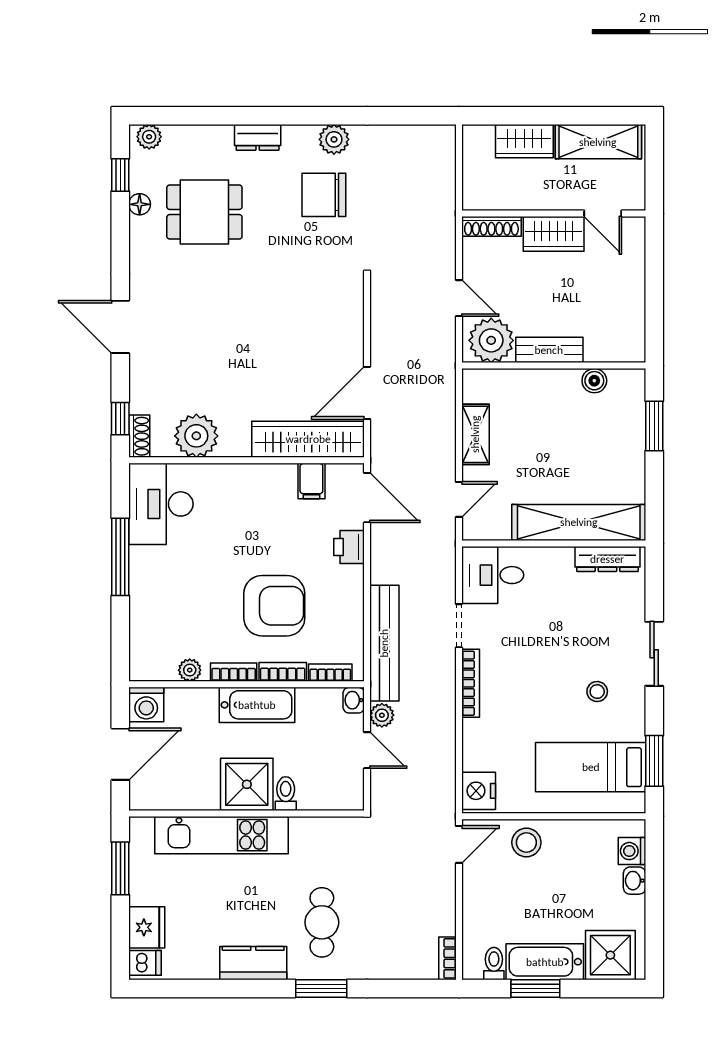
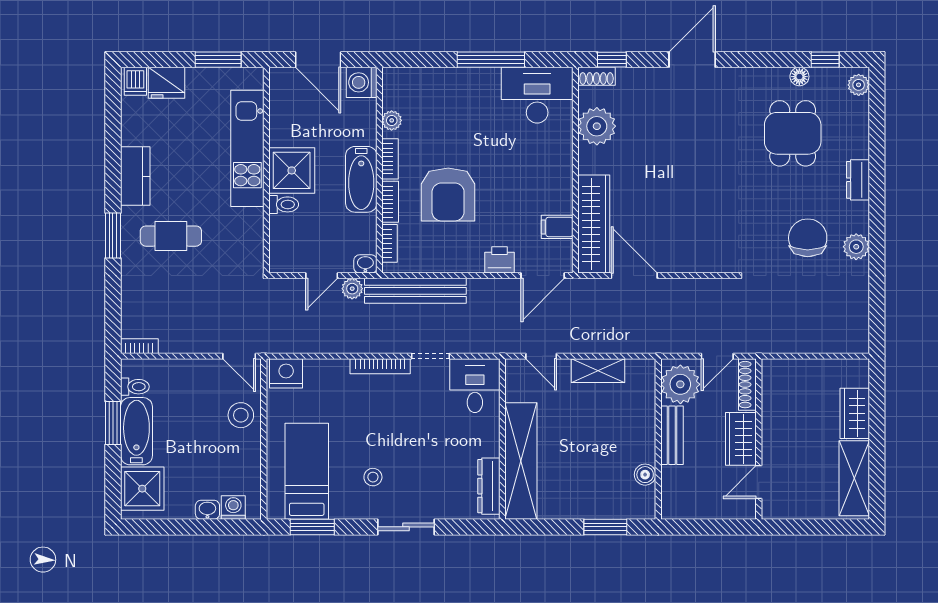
wall: (554, 213) -> (759, 439), moved
door: (603, 213) -> (759, 482), moved
shoe rack: (491, 226) -> (747, 385), moved
wardrobe: (554, 234) -> (741, 439), moved

